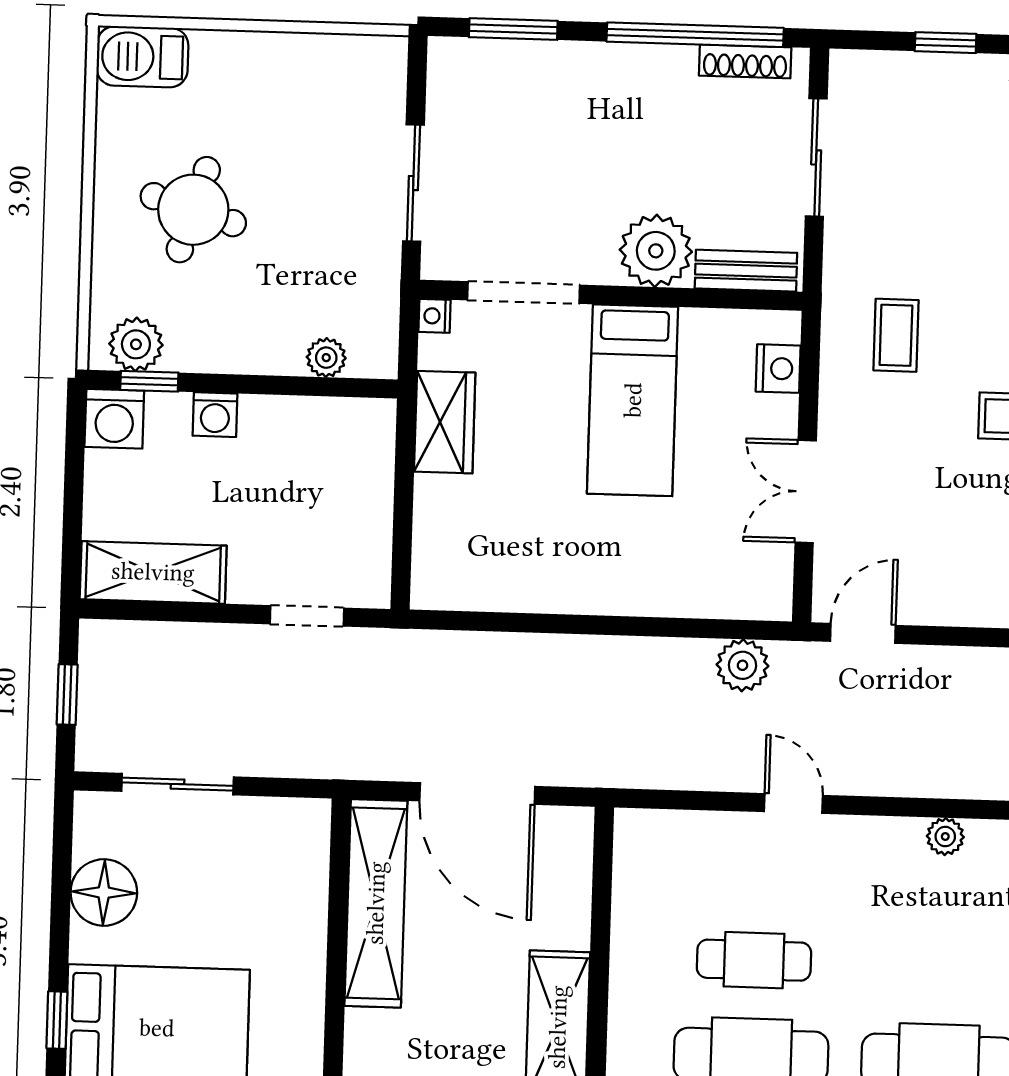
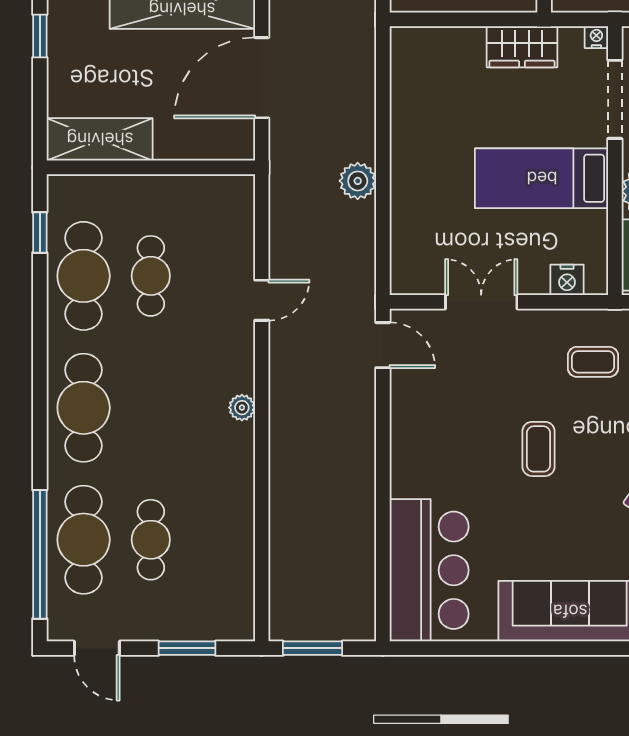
plant: (742, 665) -> (358, 181), moved

